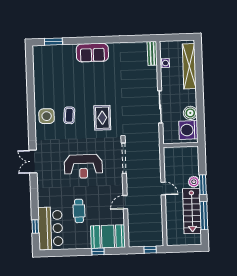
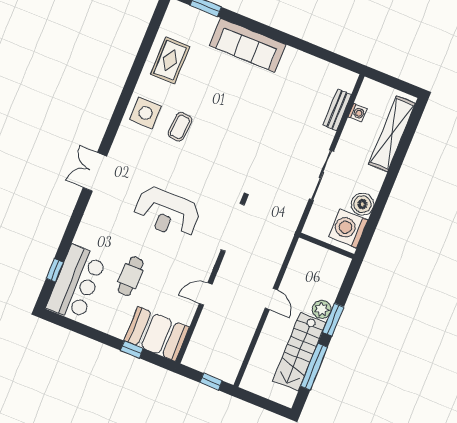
sofa: (92, 53) -> (248, 45), width x1.36
bench: (152, 53) -> (337, 110), moved
rug: (102, 118) -> (170, 60), moved

